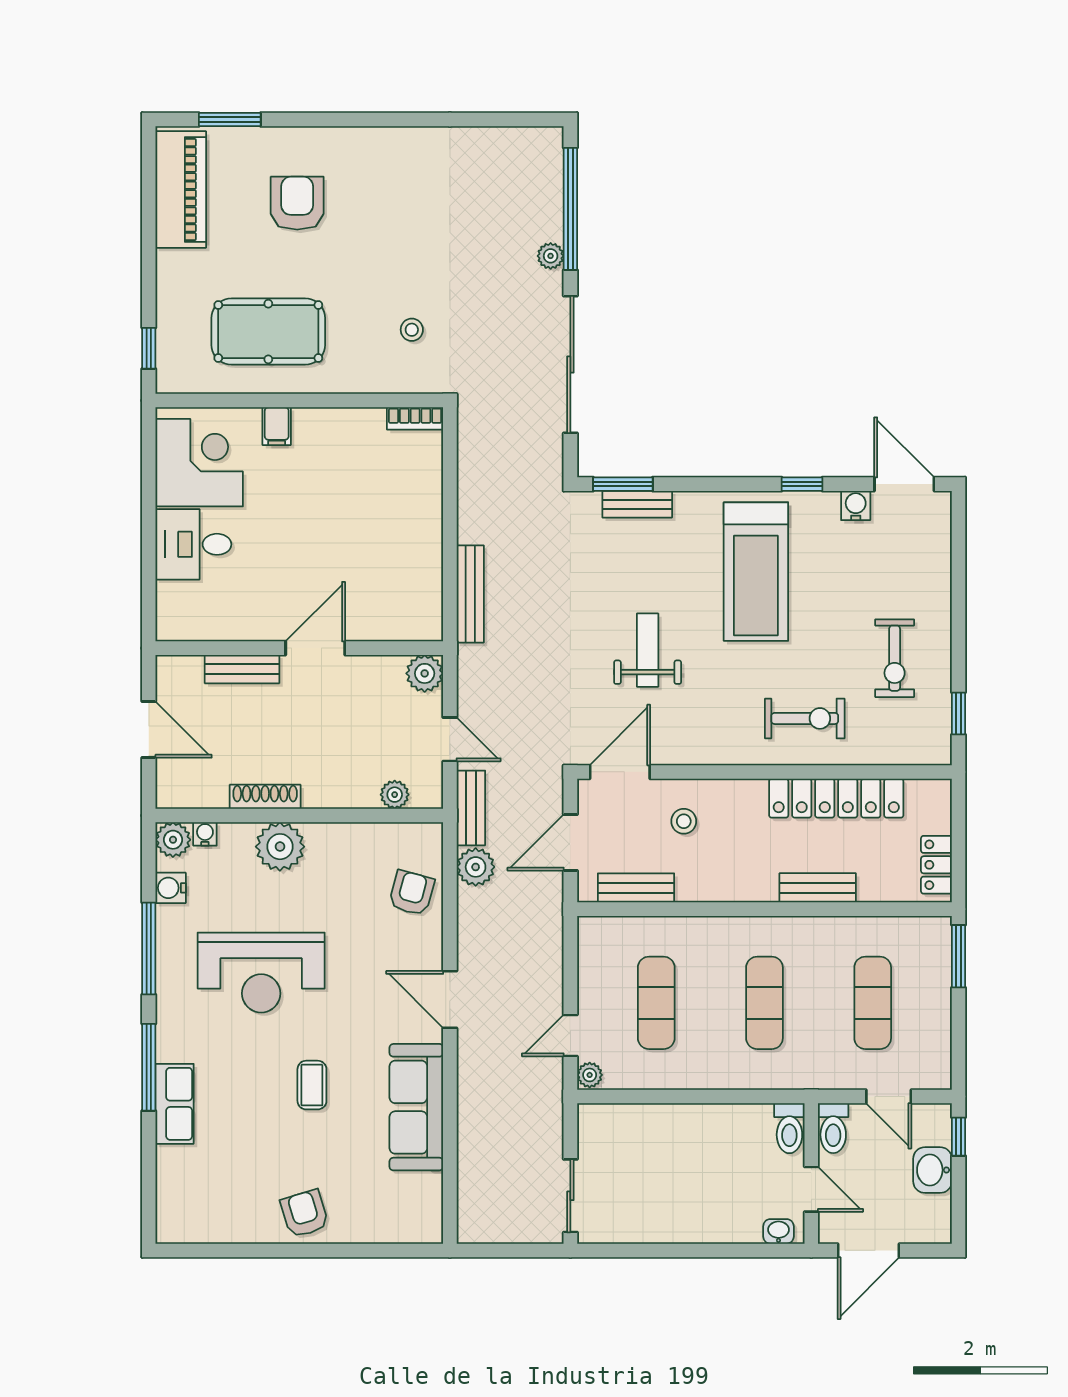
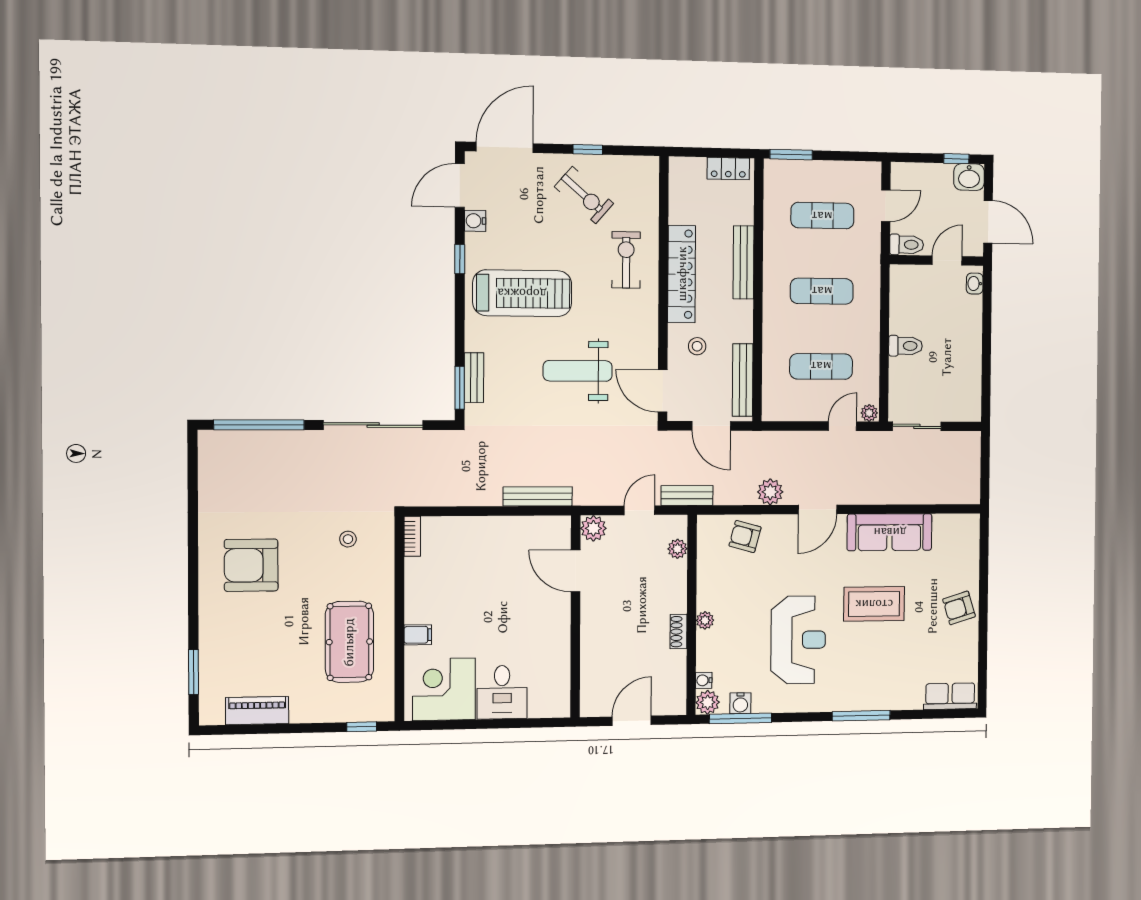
piano: (181, 190) -> (257, 711), width x0.73, depth x0.75
armchair: (297, 203) -> (251, 565), moved, width x1.36, depth x1.36
plant: (551, 256) -> (294, 439), removed
door: (959, 547) -> (505, 147), added
door: (315, 648) -> (576, 571), moved
weight bench: (648, 650) -> (578, 371), width x1.36, depth x1.33
exercise bike: (895, 658) -> (584, 195), turned 41
bench: (242, 669) -> (590, 657), removed
window: (959, 714) -> (588, 149), moved
shoe rack: (265, 797) -> (679, 632), width x0.70
locker: (836, 798) -> (682, 274), moved
plant: (280, 847) -> (705, 620), width x0.53, depth x0.53
plant: (476, 867) -> (770, 492), moved
bench: (636, 888) -> (743, 380), width x1.36
bench: (818, 888) -> (744, 262), width x1.36
window: (149, 948) -> (741, 718), moved
door: (570, 1035) -> (843, 426), swing flipped
coffee table: (312, 1085) -> (874, 604), width x1.86, depth x1.72
row of seats: (175, 1104) -> (950, 696), moved
toilet: (789, 1128) -> (906, 346), moved
window: (959, 1137) -> (956, 159), moved
washbasin: (933, 1170) -> (969, 177), moved
sliding door: (570, 1196) -> (917, 426), moved

